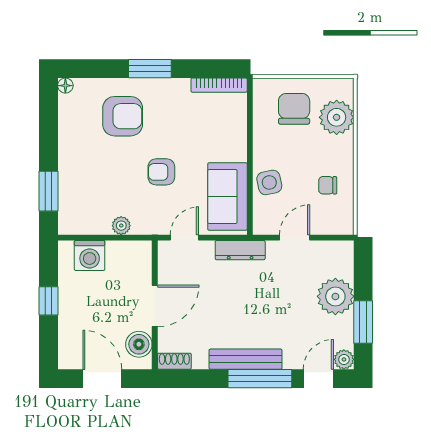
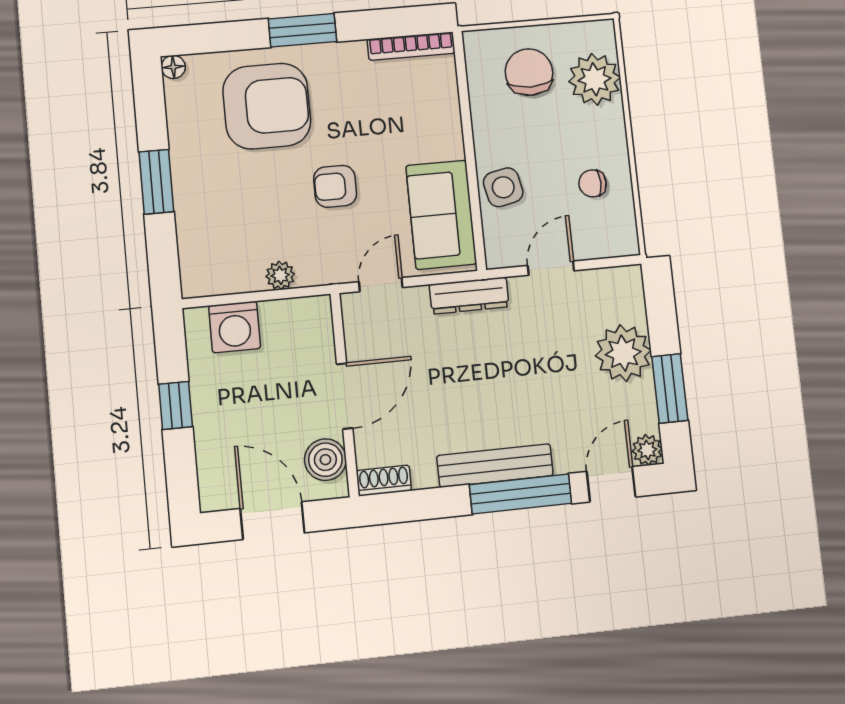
armchair: (123, 116) -> (267, 106), width x1.36, depth x1.36
window: (49, 191) -> (156, 182), moved

